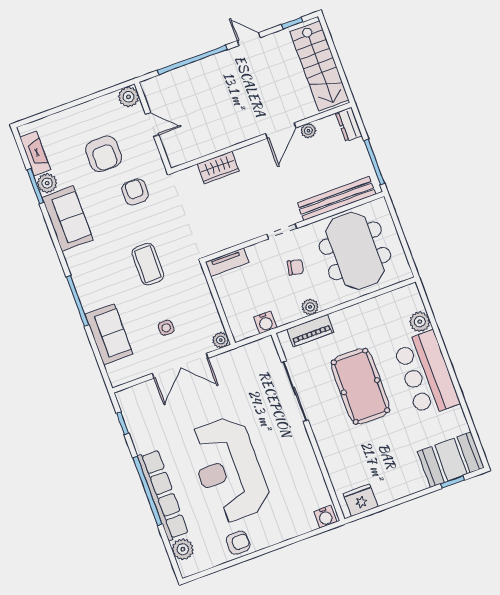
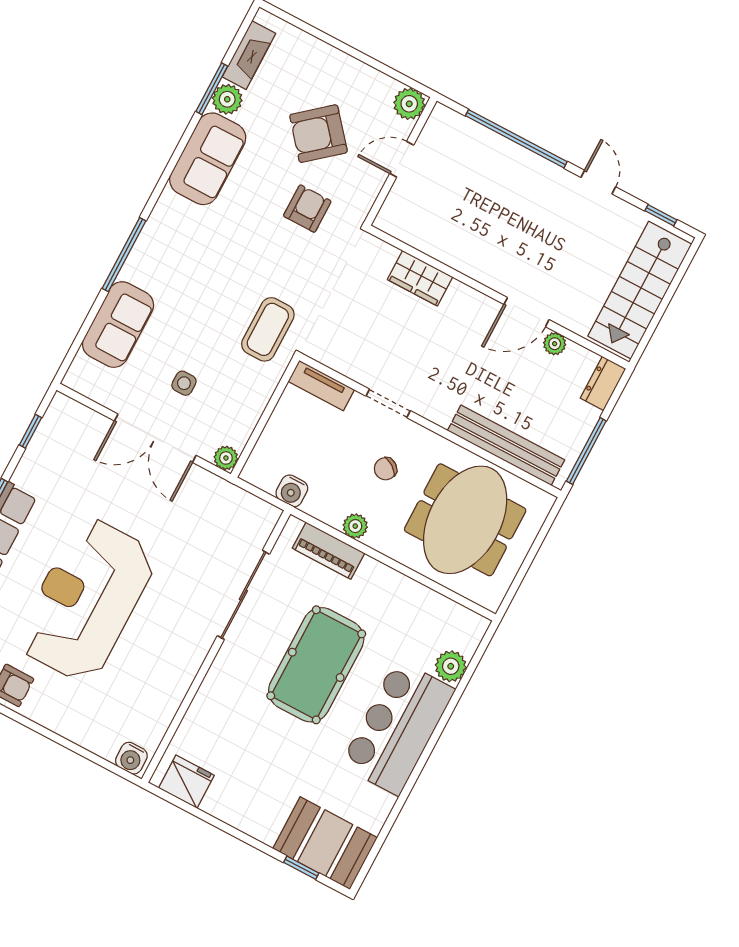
door: (152, 125) -> (402, 159), swing flipped
armchair: (104, 154) -> (318, 134), turned 50
doorway: (282, 231) -> (388, 403), moved
coffee table: (148, 264) -> (268, 329), moved
chair: (295, 267) -> (386, 469), turned 112

